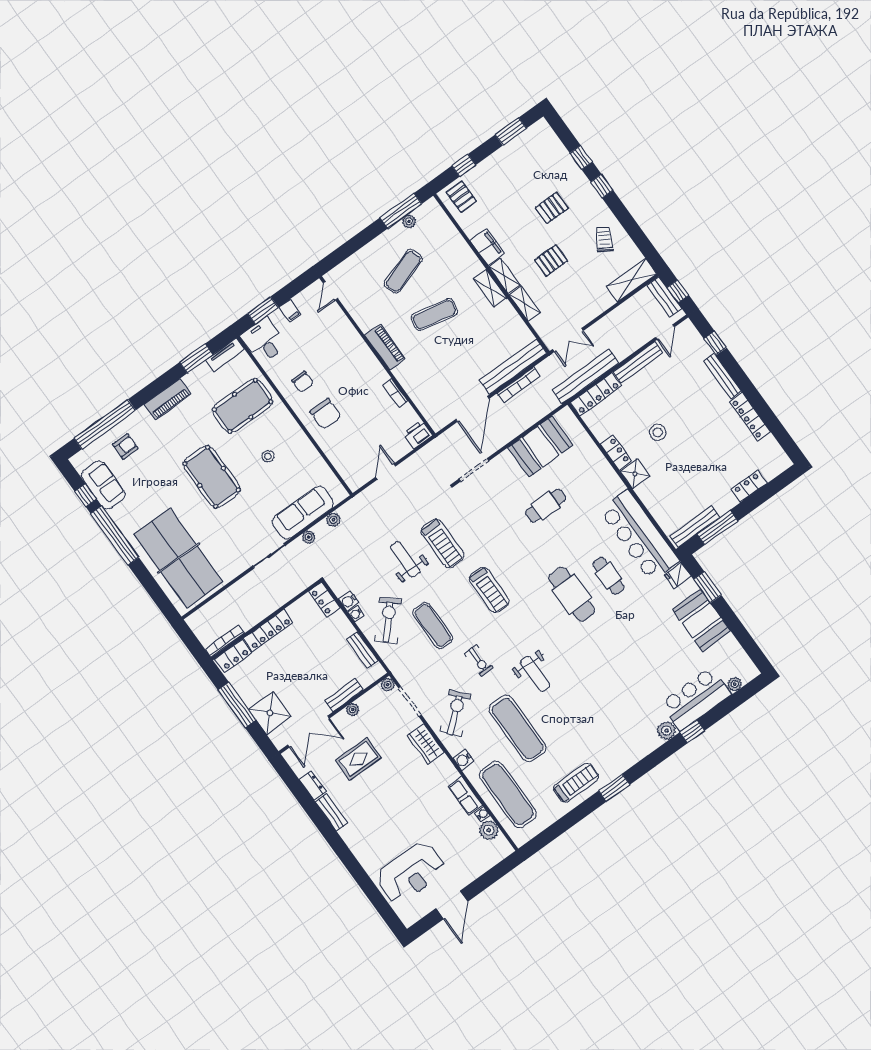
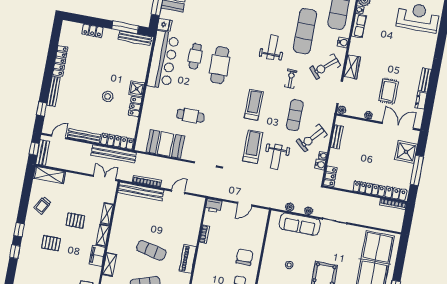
shelving: (490, 288) -> (110, 264), moved
door: (472, 409) -> (178, 192), width x0.53
bench: (344, 695) -> (366, 126), removed
rug: (358, 759) -> (389, 91), turned 90

